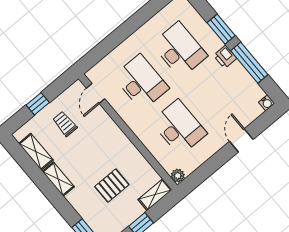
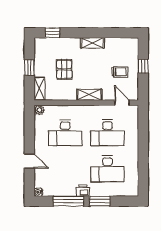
shelving: (36, 152) -> (89, 95), moved

